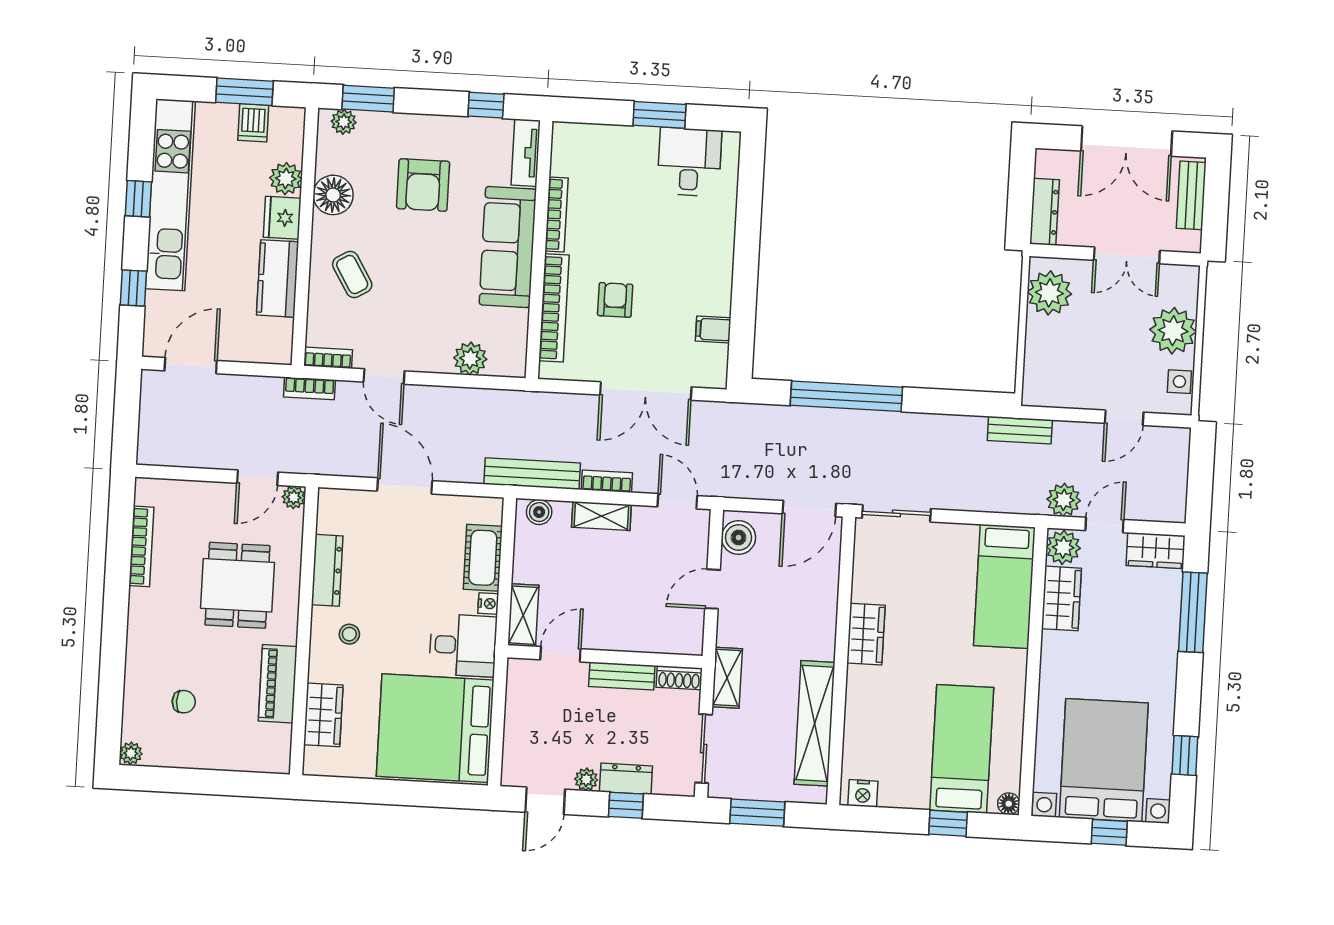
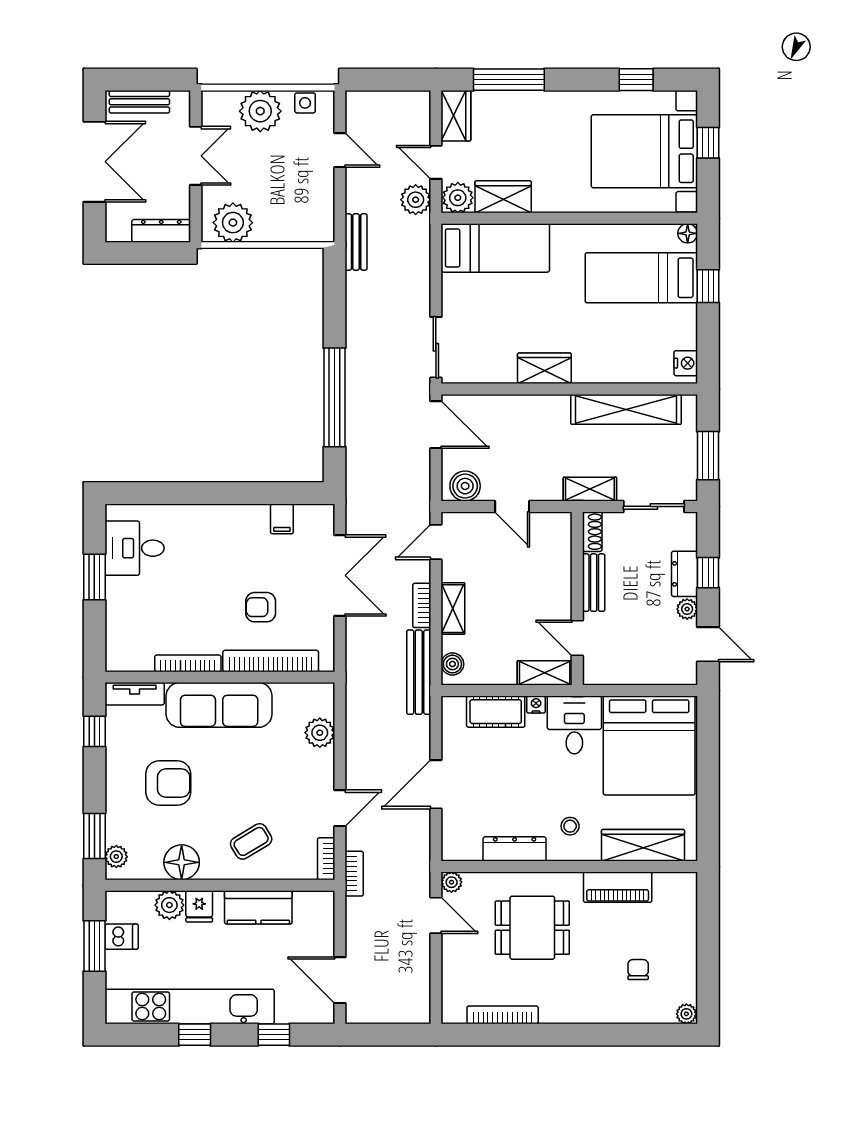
fridge: (282, 218) -> (199, 906), width x0.72
wardrobe: (323, 715) -> (643, 845), width x1.50

